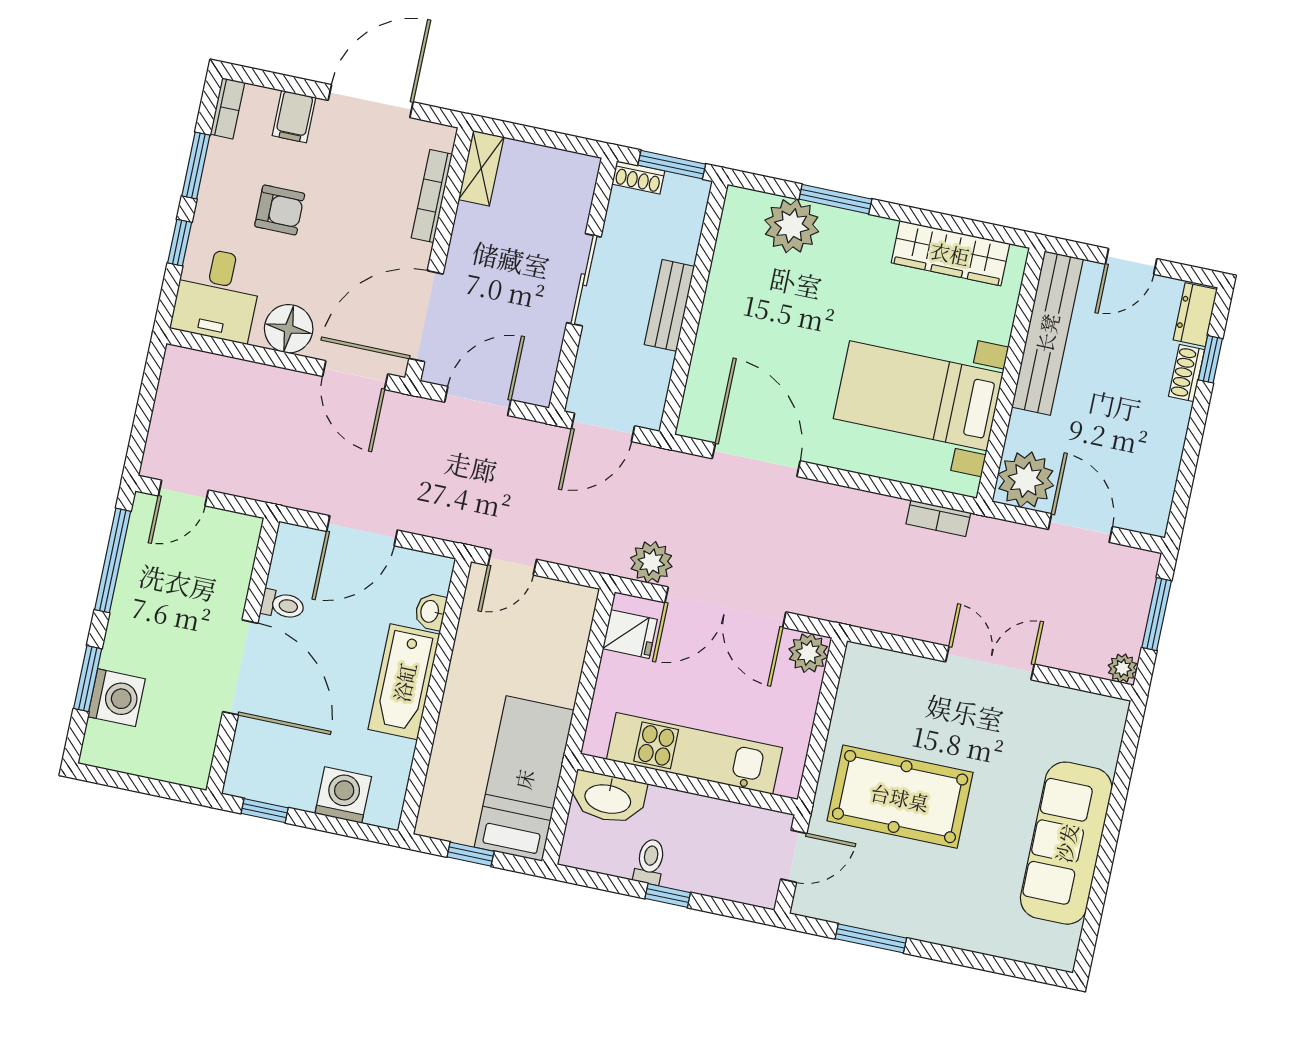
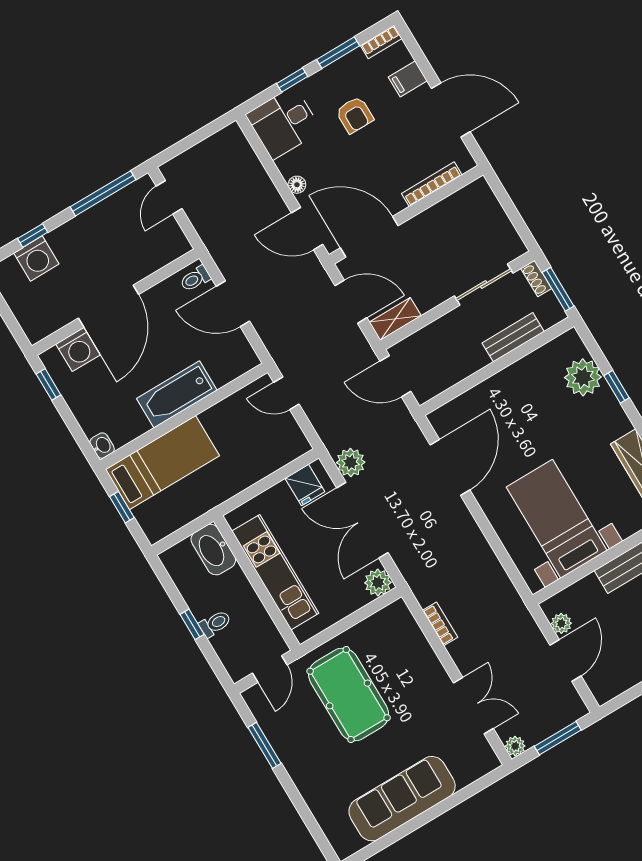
shelving: (481, 168) -> (395, 319), moved
window: (835, 199) -> (616, 387), width x0.67
sliding door: (584, 280) -> (484, 285), moved
bench: (669, 305) -> (513, 337), moved
floor lamp: (289, 329) -> (297, 185), width x0.53, depth x0.53
door: (355, 375) -> (307, 229), hinge flipped
plant: (1026, 480) -> (561, 623), width x0.53, depth x0.53
door: (183, 493) -> (169, 197), hinge flipped
bookcase: (938, 518) -> (440, 624), moved, turned 180
toilet: (283, 605) -> (195, 279), moved, turned 90
washbasin: (430, 612) -> (102, 446), moved, turned 90
double door: (990, 663) -> (473, 706), moved
window: (88, 679) -> (33, 235), width x0.67
bed: (524, 779) -> (162, 463), moved
washing machine: (343, 795) -> (78, 349), moved, turned 90
door: (794, 856) -> (270, 669), hinge flipped
toilet: (650, 862) -> (215, 624), moved

